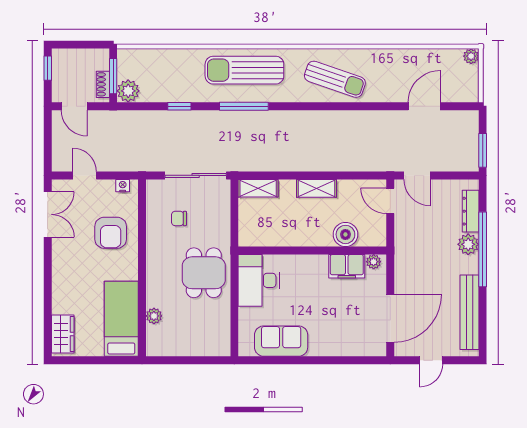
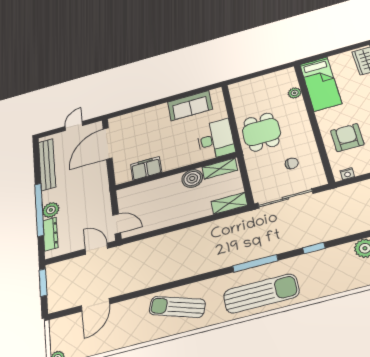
shelving: (317, 188) -> (220, 169), moved
boiler: (345, 234) -> (192, 178), moved
plant: (374, 262) -> (125, 177), removed

